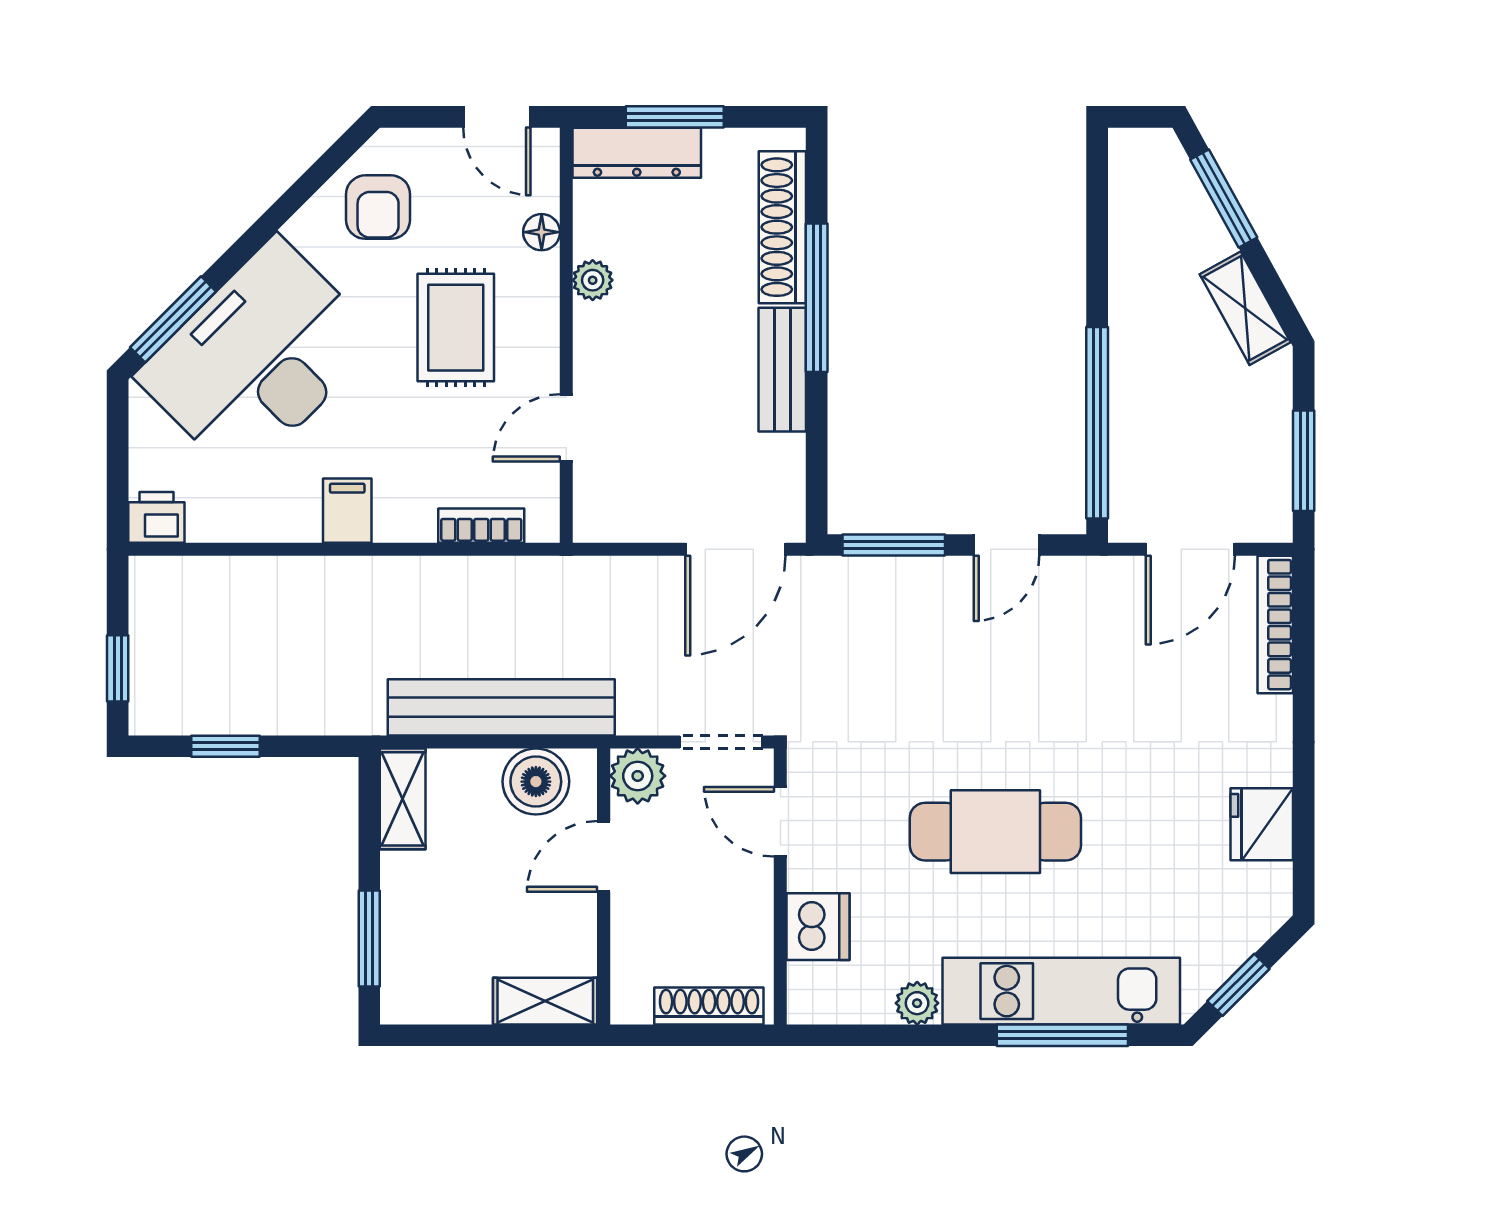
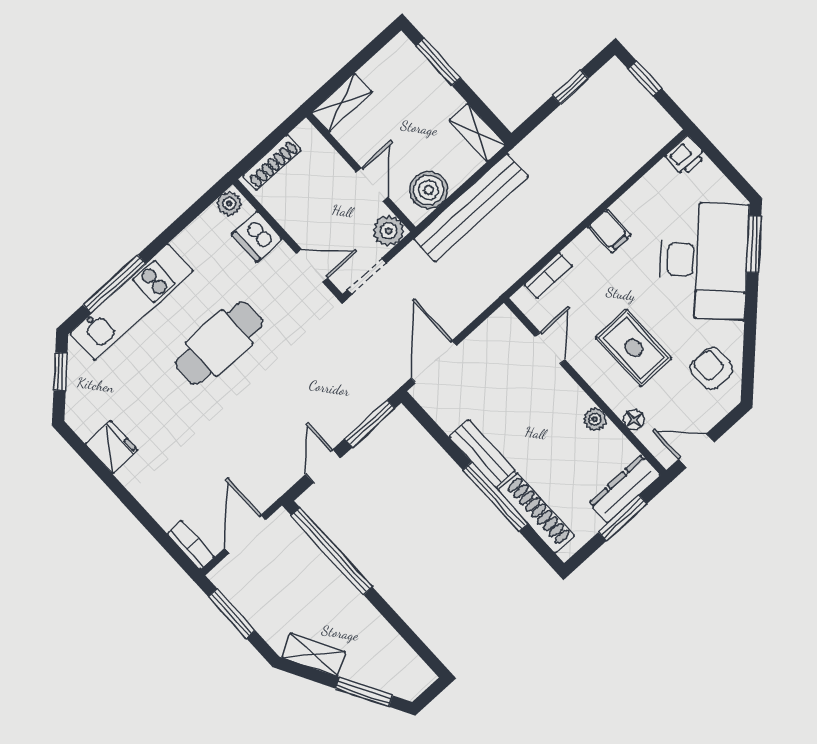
bookcase: (1275, 625) -> (191, 545), width x0.64
plant: (917, 1003) -> (229, 204), moved

